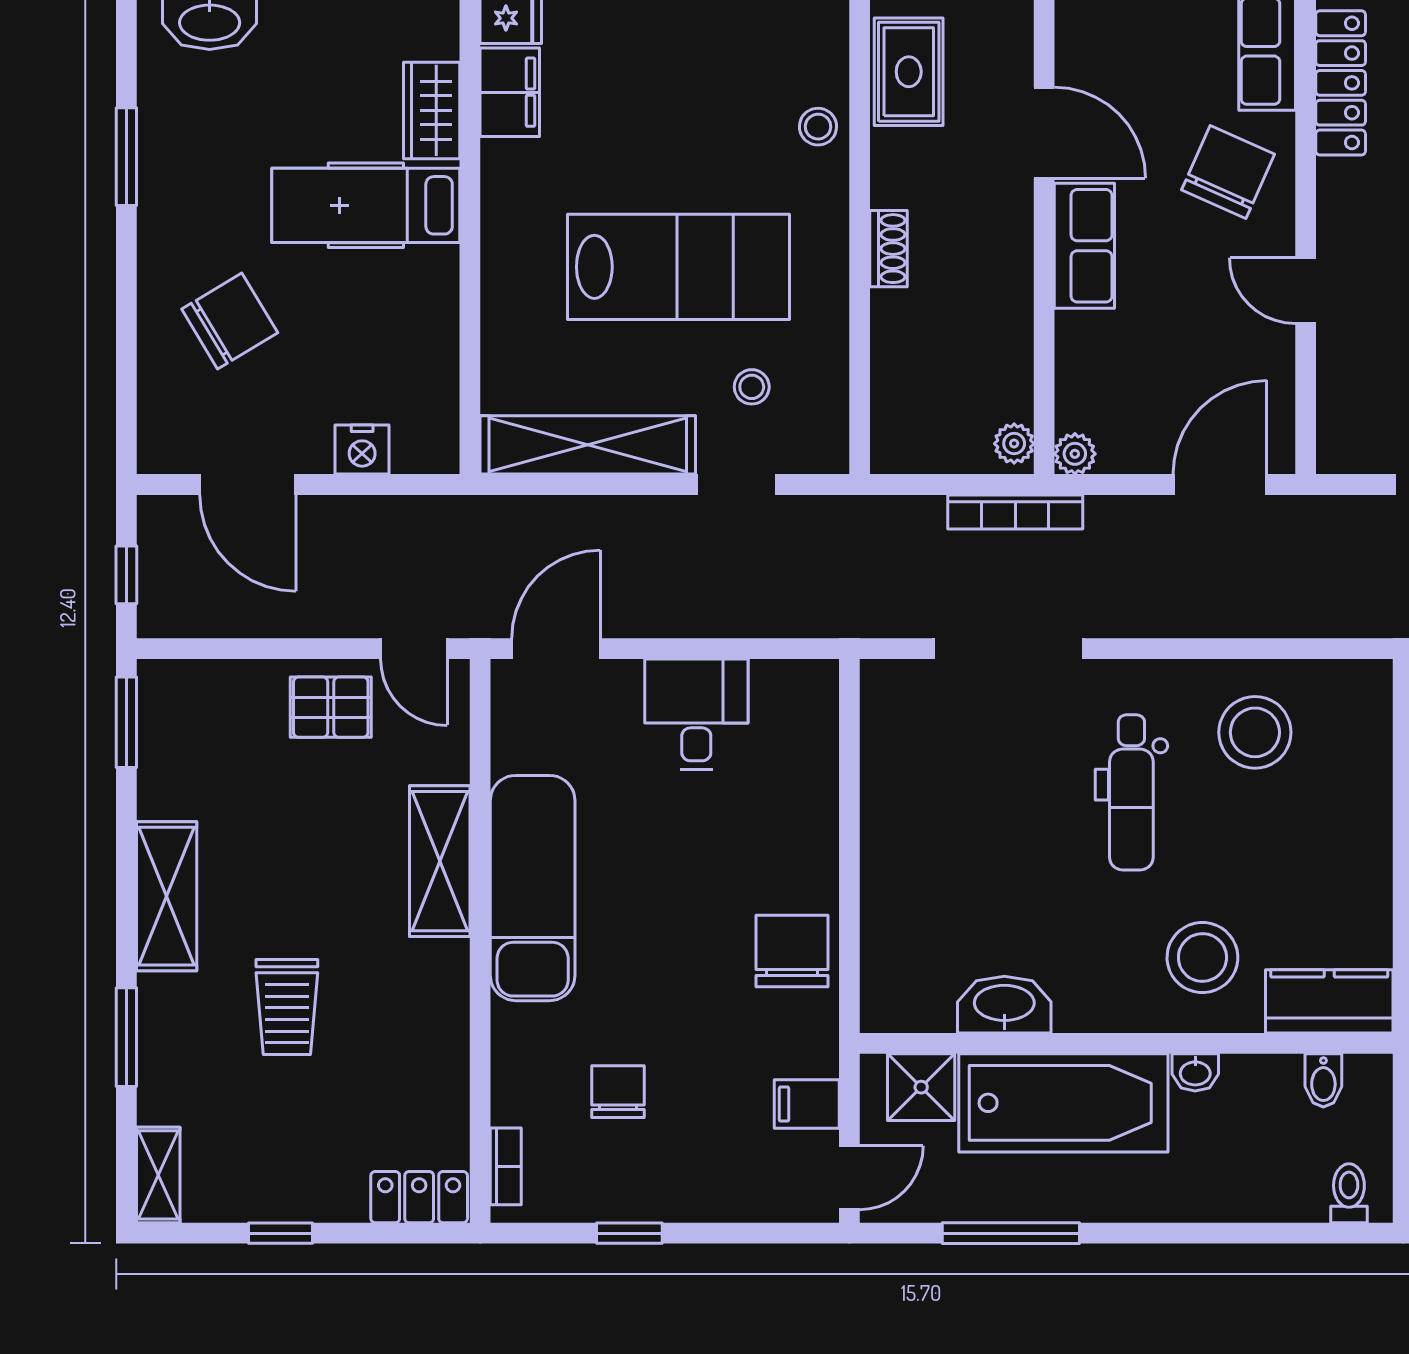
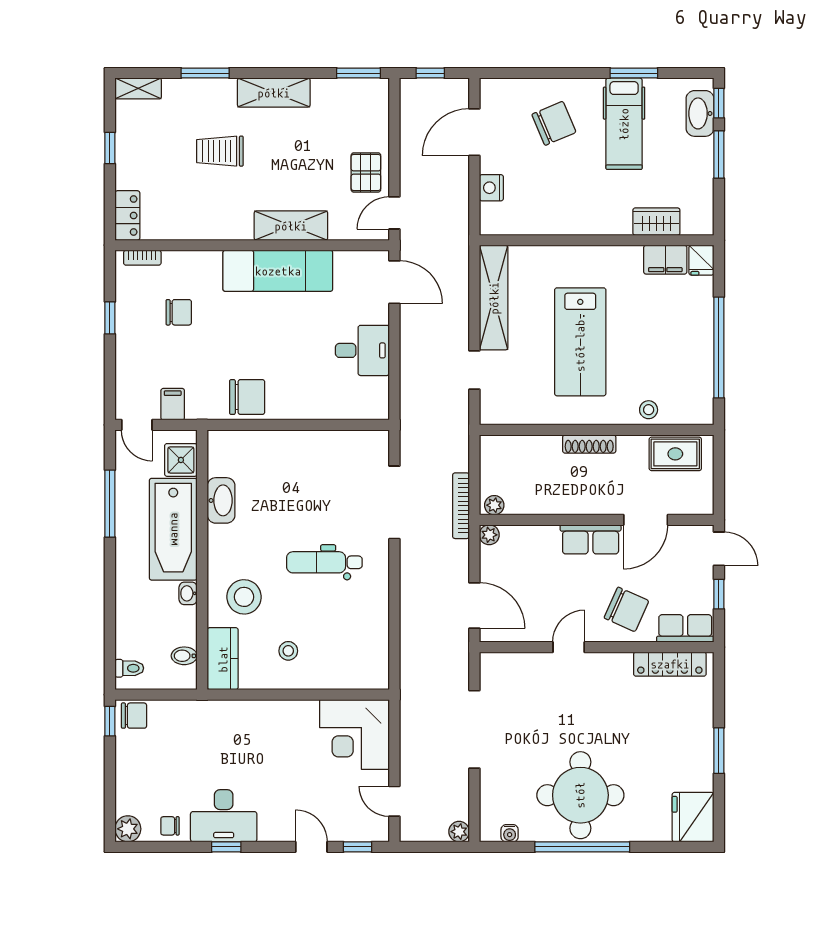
hospital bed: (366, 205) -> (624, 124), moved, turned 180
shoe rack: (888, 249) -> (589, 444), width x1.43
chair: (230, 321) -> (554, 123), turned -82
stool: (752, 387) -> (522, 377), removed
stool: (1255, 732) -> (288, 651), moved, width x0.53, depth x0.53

